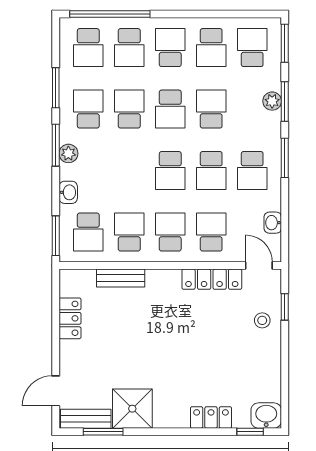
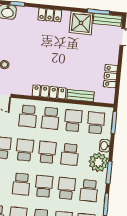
school desk: (129, 109) -> (67, 188), turned 180
plant: (68, 153) -> (98, 162), width x1.88, depth x1.88
school desk: (129, 171) -> (70, 154), added
school desk: (129, 232) -> (73, 121), turned 180
locker: (212, 279) -> (49, 92), moved
locker: (211, 417) -> (50, 15), moved

